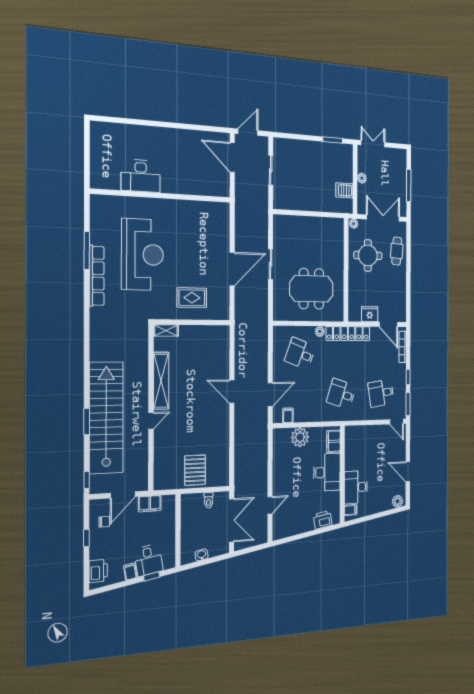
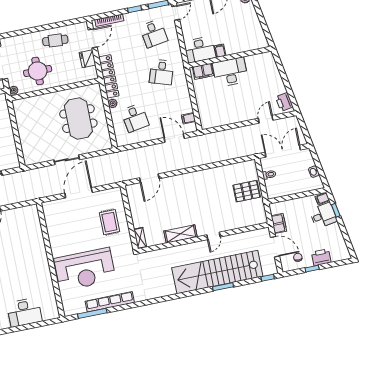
desk: (141, 176) -> (24, 312), moved, turned 90
wall: (162, 196) -> (51, 260), moved
cafe table: (397, 251) -> (55, 40), moved
reception desk: (142, 255) -> (85, 269), turned 180
door: (232, 269) -> (79, 193), hinge flipped
desk: (300, 354) -> (135, 118), turned -30
shelving: (161, 381) -> (180, 234), width x0.68
door: (232, 392) -> (149, 178), moved
door: (151, 421) -> (214, 236), swing flipped
plant: (300, 437) -> (205, 104), removed
desk: (356, 487) -> (200, 50), moved
door: (270, 505) -> (266, 119), hinge flipped
filing cabinet: (351, 510) -> (220, 51), moved
printer: (323, 520) -> (284, 102), moved
printer: (98, 571) -> (321, 257), moved
filing cabinet: (130, 572) -> (322, 199), moved

